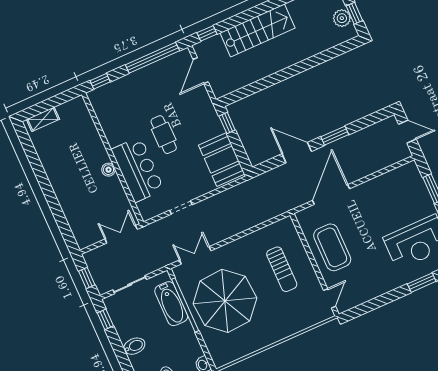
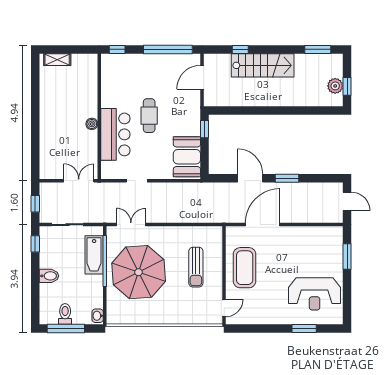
window: (207, 33) -> (240, 49), moved

